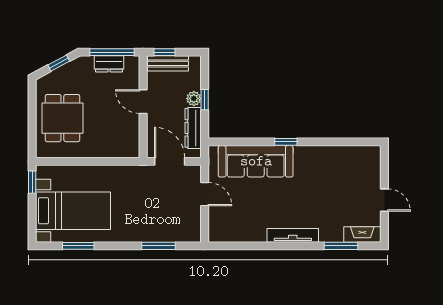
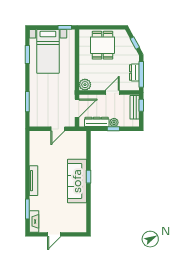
dining table: (62, 118) -> (102, 45), turned 90
plant: (130, 148) -> (85, 85), added
sofa: (256, 161) -> (77, 181), moved

